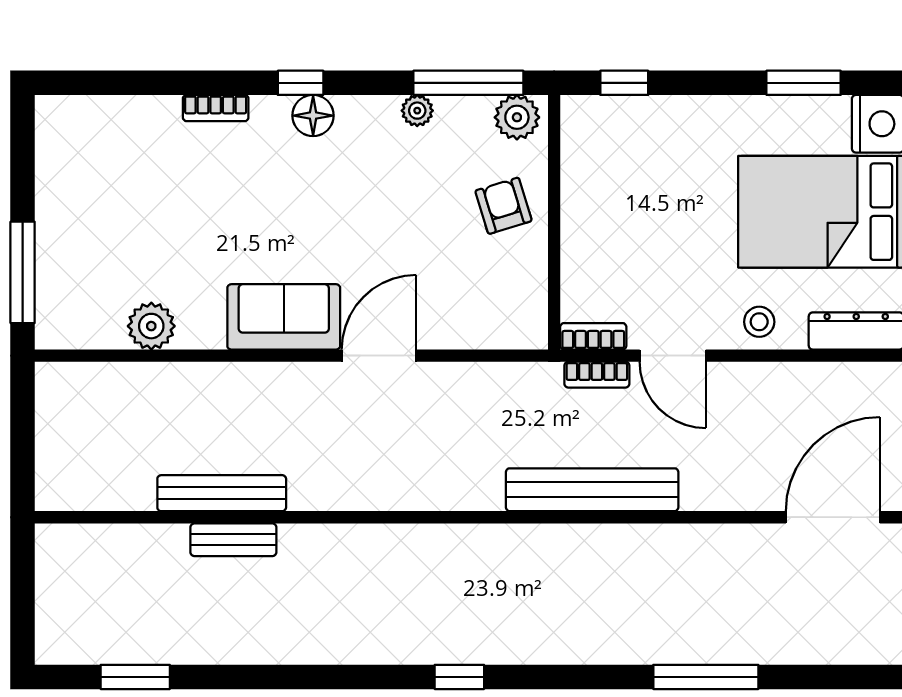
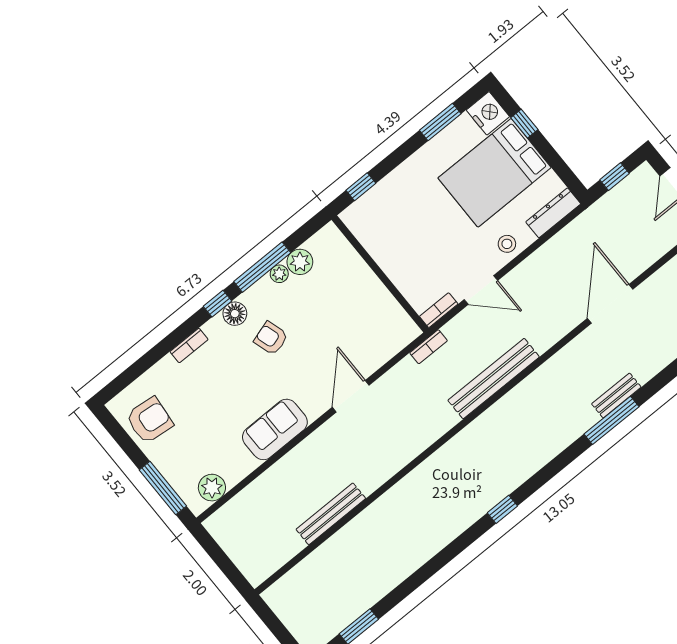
window: (468, 83) -> (262, 267), moved
plant: (517, 117) -> (300, 262), moved
armchair: (79, 166) -> (149, 420), added
armchair: (504, 206) -> (271, 338), moved
sofa: (284, 317) -> (275, 429), moved
plant: (151, 326) -> (212, 488), moved
bookcase: (597, 375) -> (429, 347), moved
bench: (233, 540) -> (616, 395), moved

